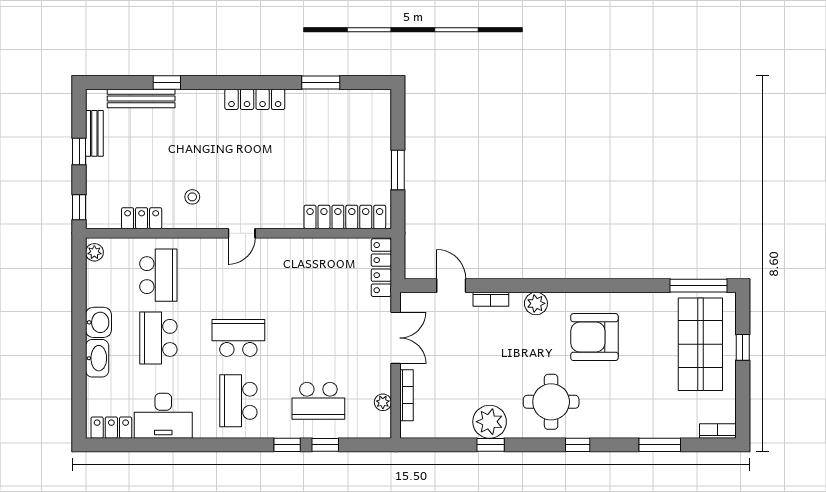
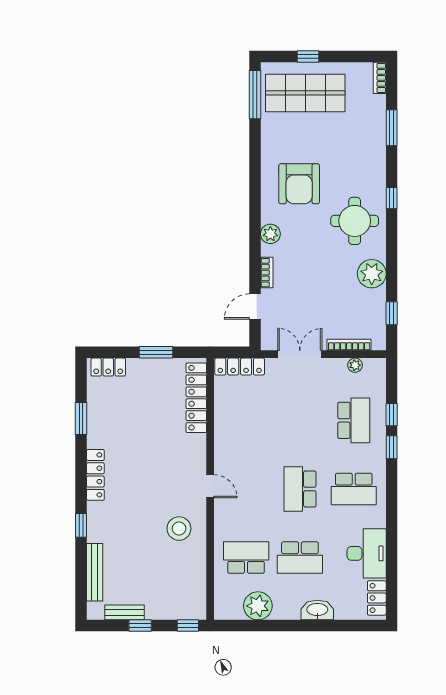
window: (167, 82) -> (81, 525), moved
stool: (192, 197) -> (179, 529), width x1.89, depth x1.89
locker: (142, 218) -> (108, 367), moved, turned -90
plant: (94, 252) -> (258, 606), moved, width x1.88, depth x1.88
washbasin: (98, 322) -> (287, 609), removed
window: (491, 445) -> (392, 313), moved

